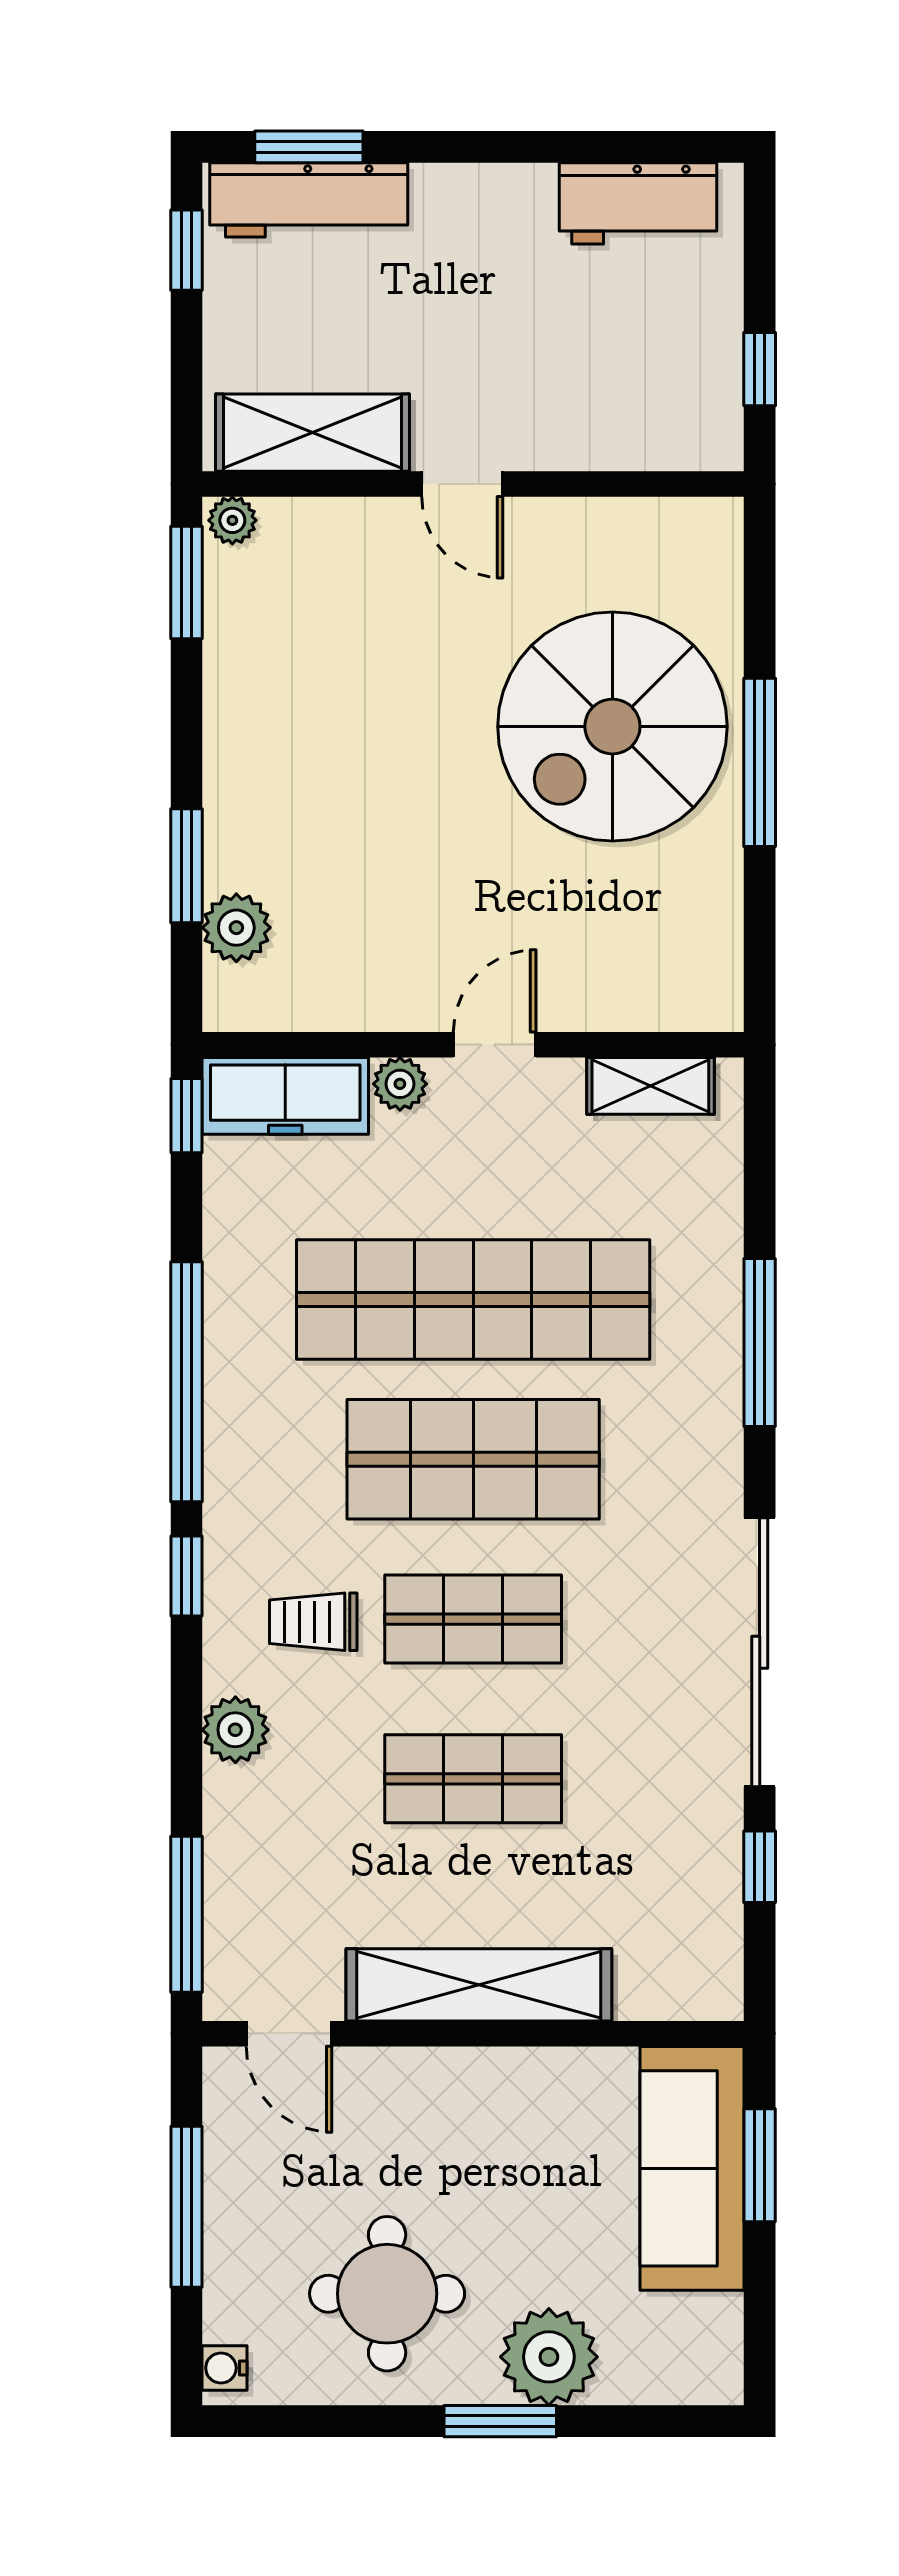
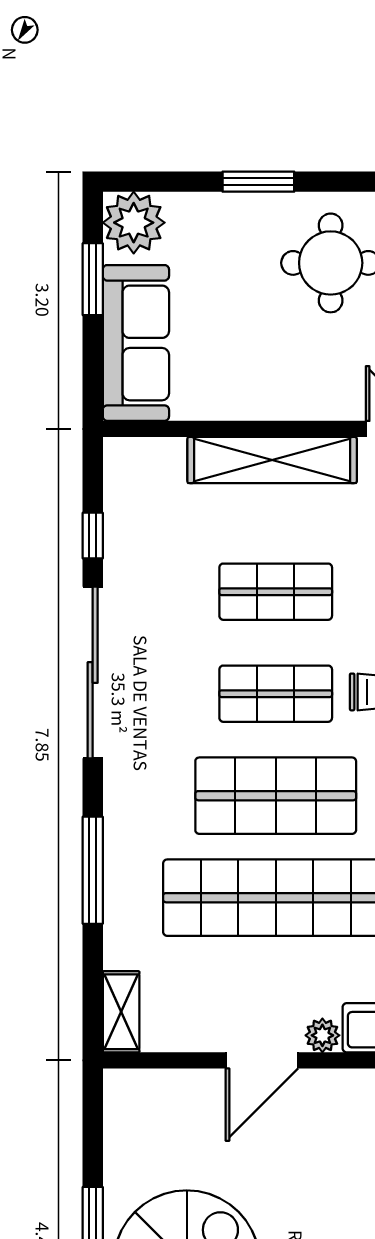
door: (495, 1045) -> (262, 1060), width x1.38
shelving: (650, 1086) -> (121, 1012), moved, turned 90
window: (760, 2165) -> (93, 279), moved
plant: (549, 2357) -> (134, 223), moved

